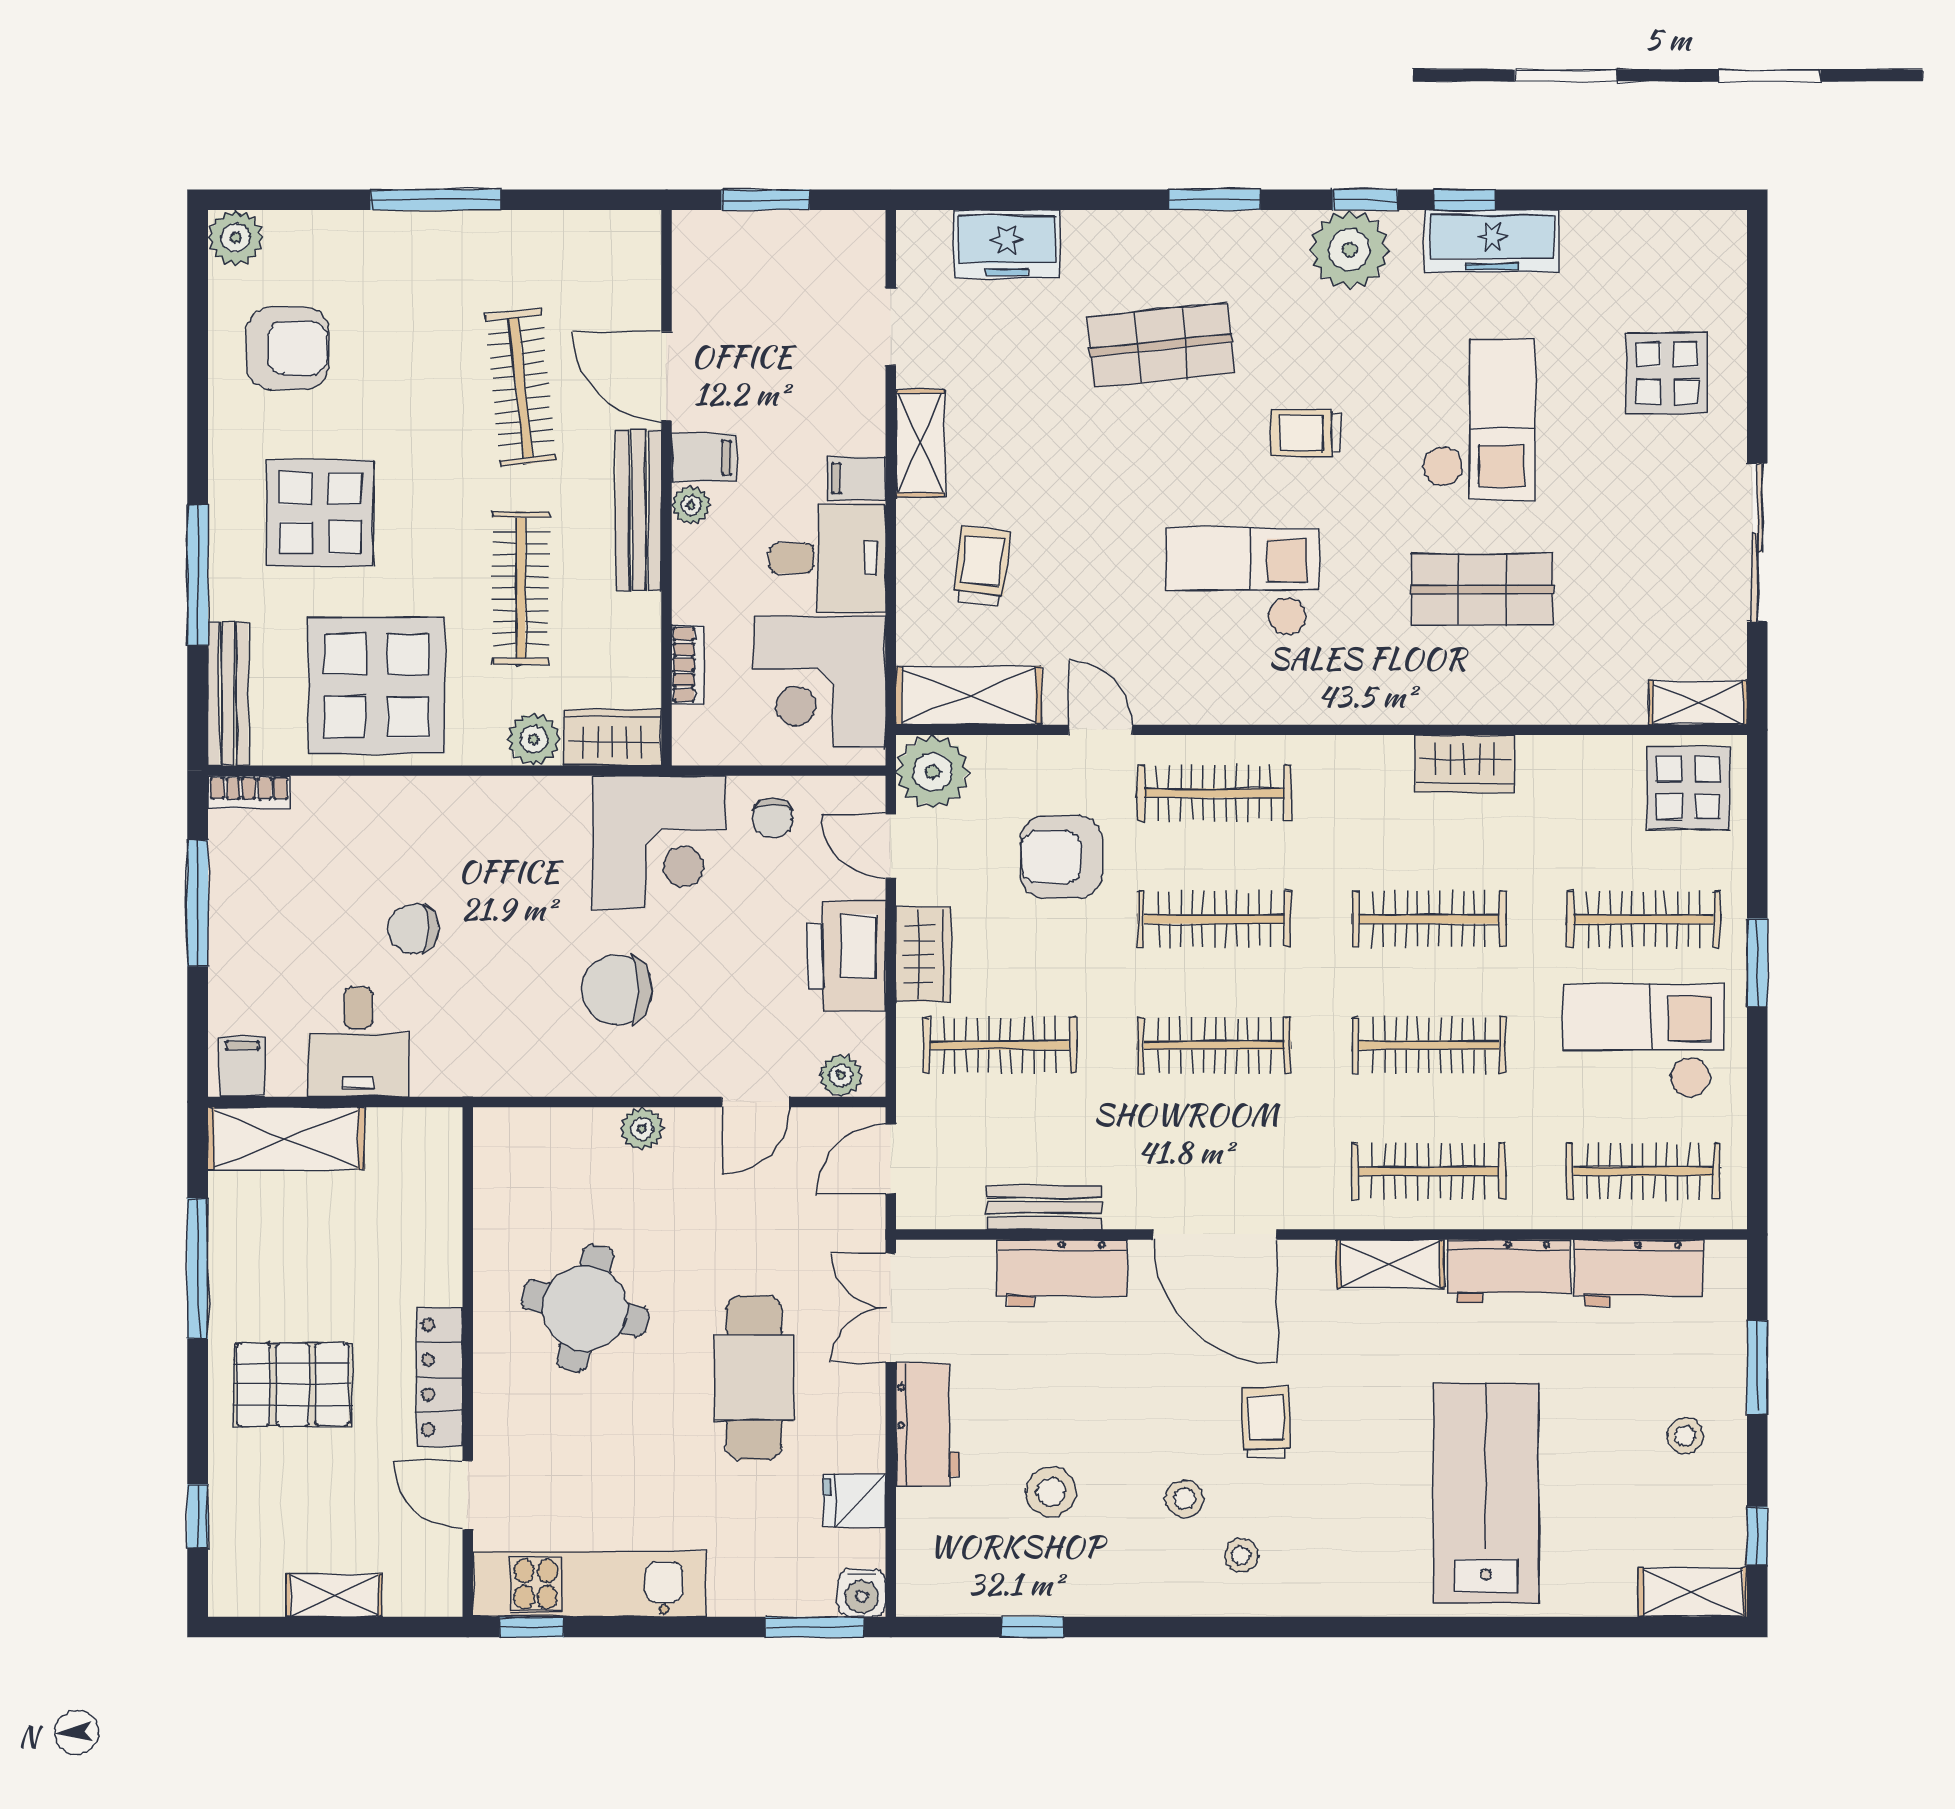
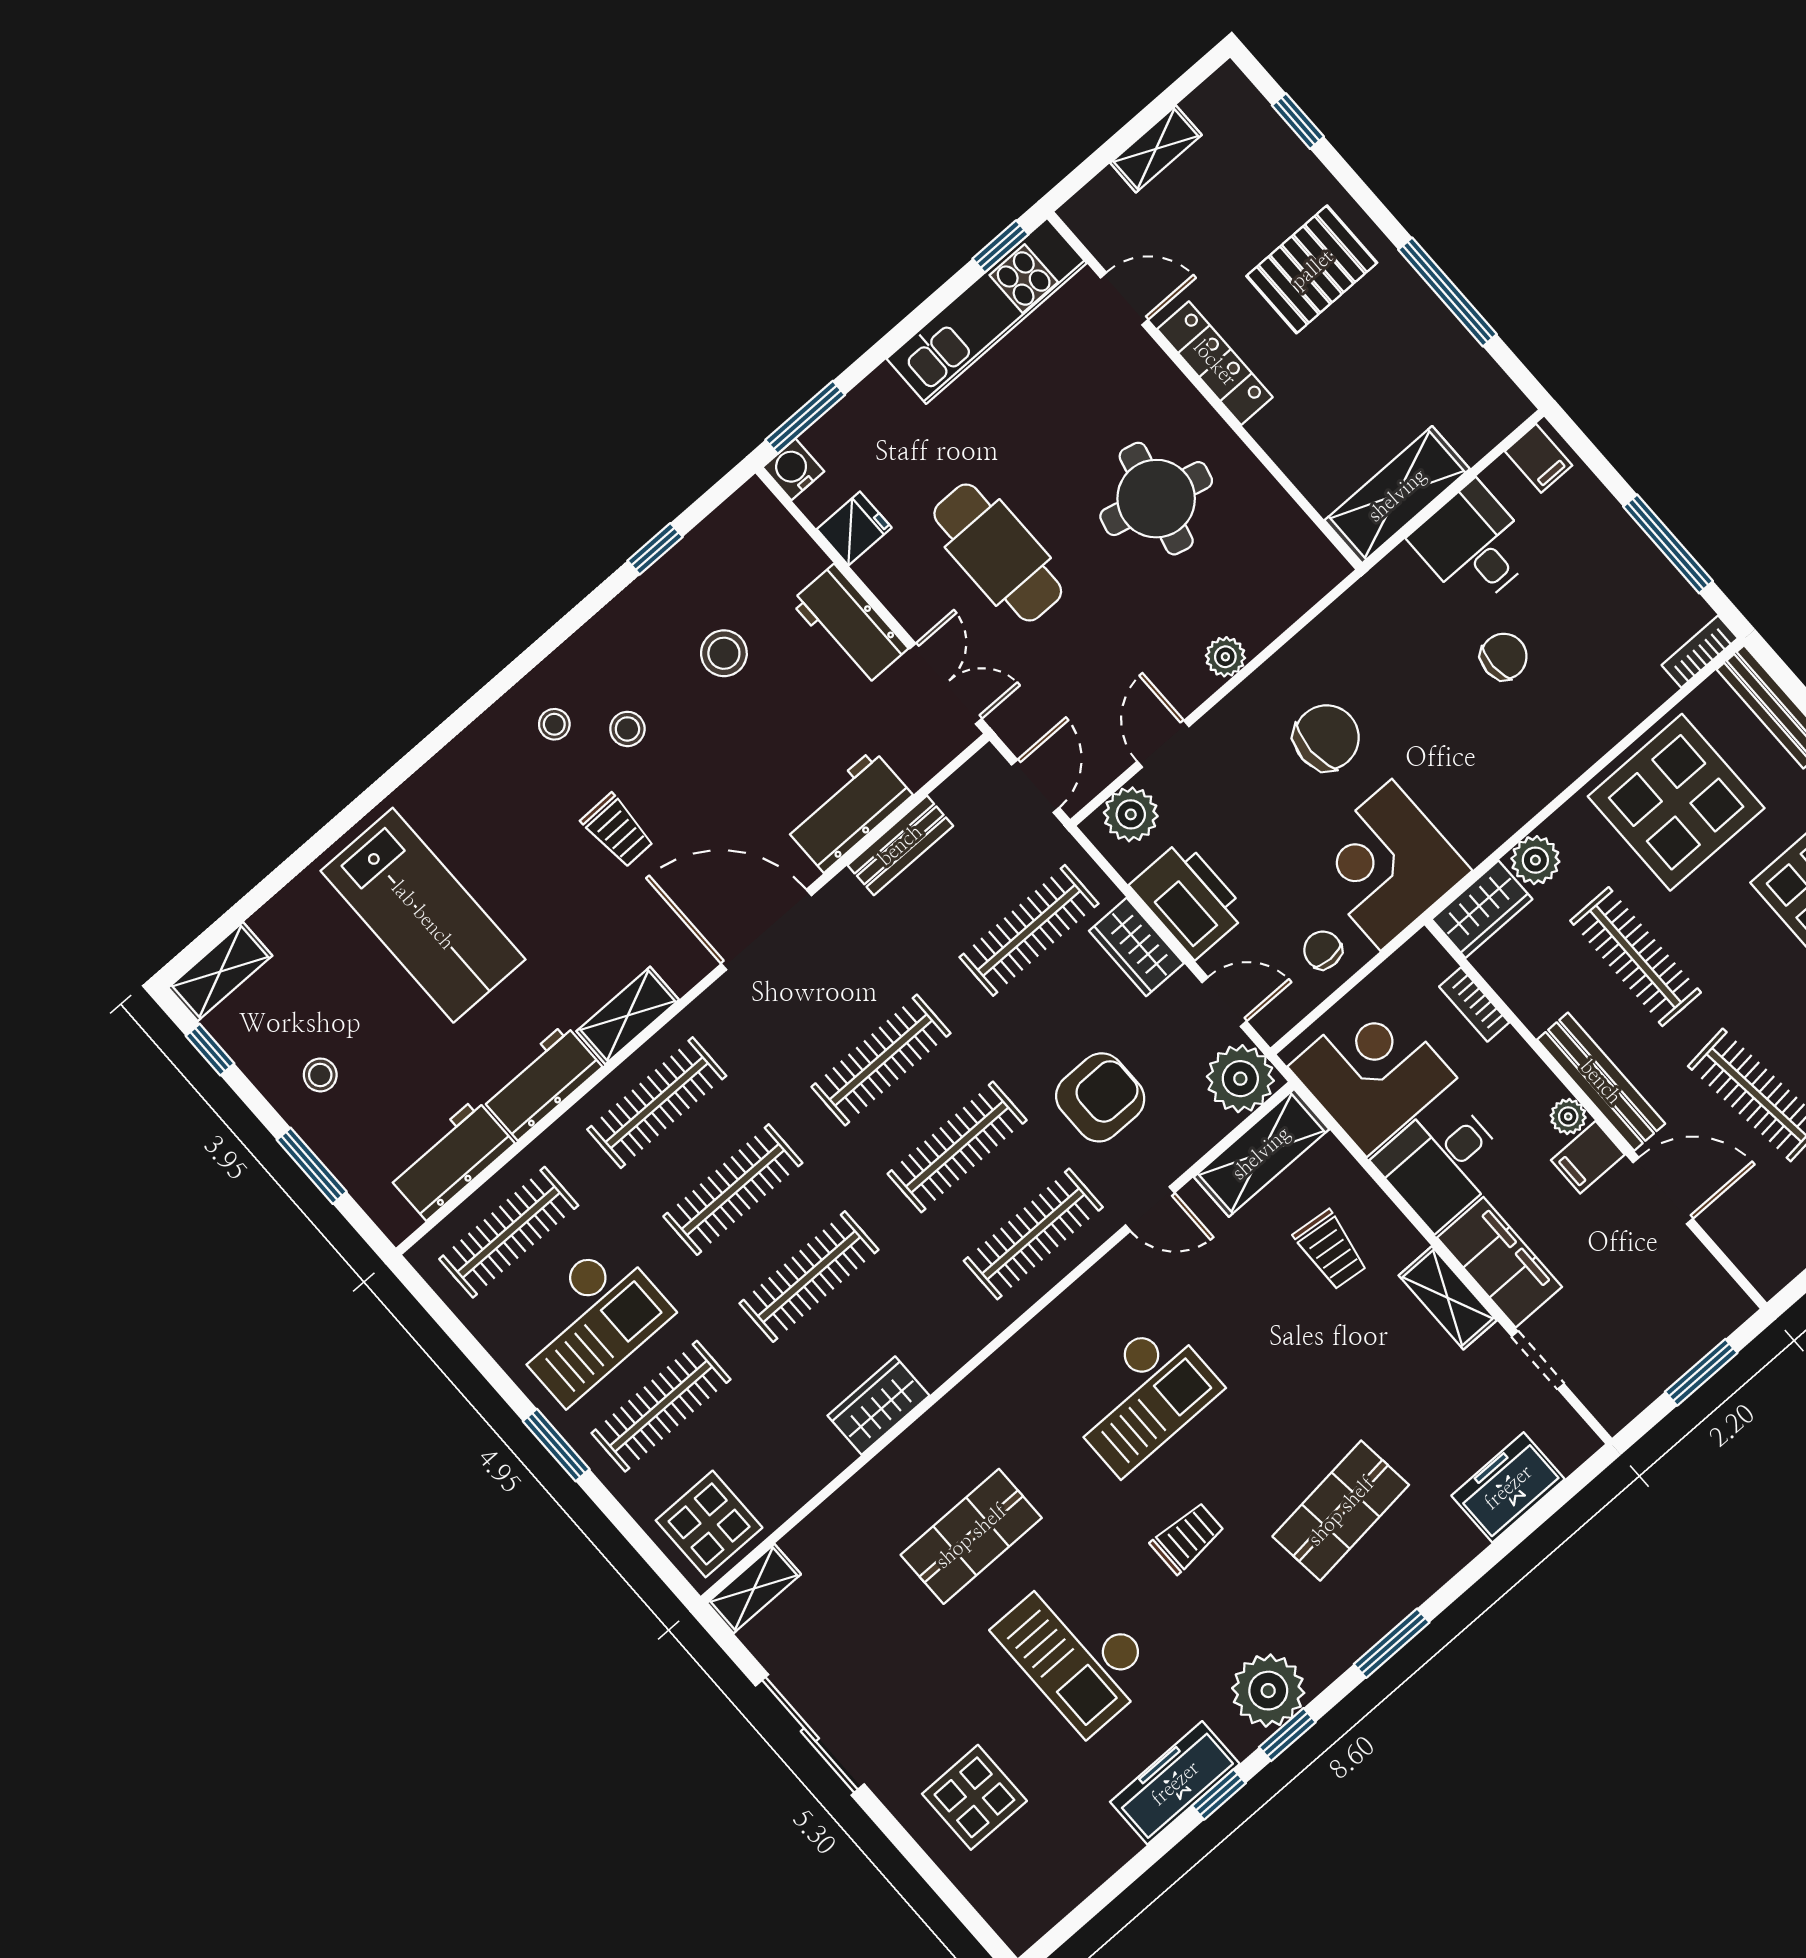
filing cabinet: (857, 478) -> (1500, 1262), width x3.00, depth x1.17
plant: (841, 1075) -> (1131, 814), width x1.38, depth x1.38
shelving: (286, 1138) -> (1397, 495), moved

